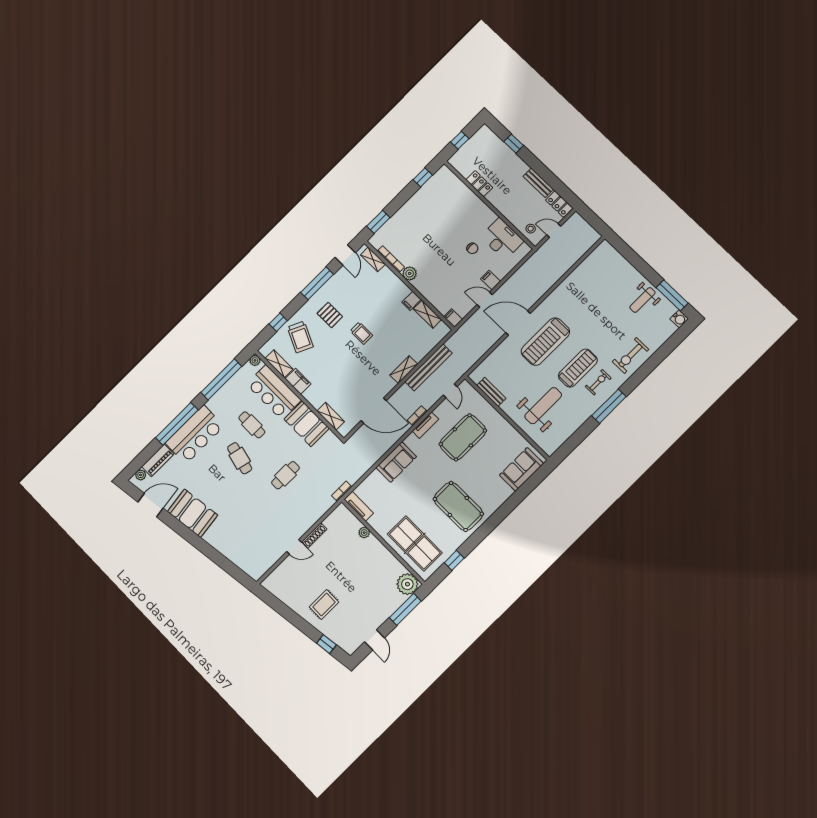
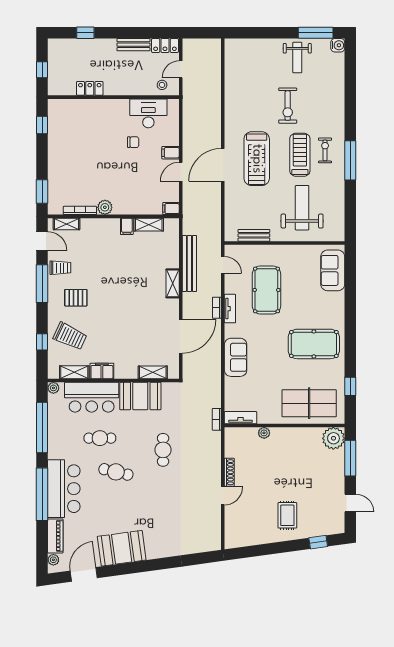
trolley: (361, 333) -> (60, 268), moved
exercise bike: (630, 356) -> (288, 106), moved

